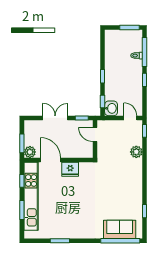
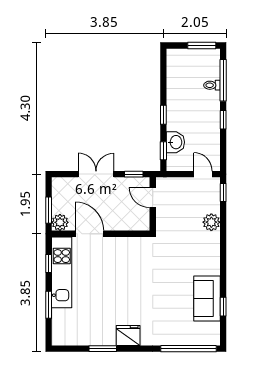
washbasin: (111, 108) -> (175, 142), moved
fridge: (70, 169) -> (128, 335), moved, turned 180
kitchen unit: (31, 196) -> (62, 272), width x0.73
sofa: (120, 229) -> (207, 299), moved, turned -90

